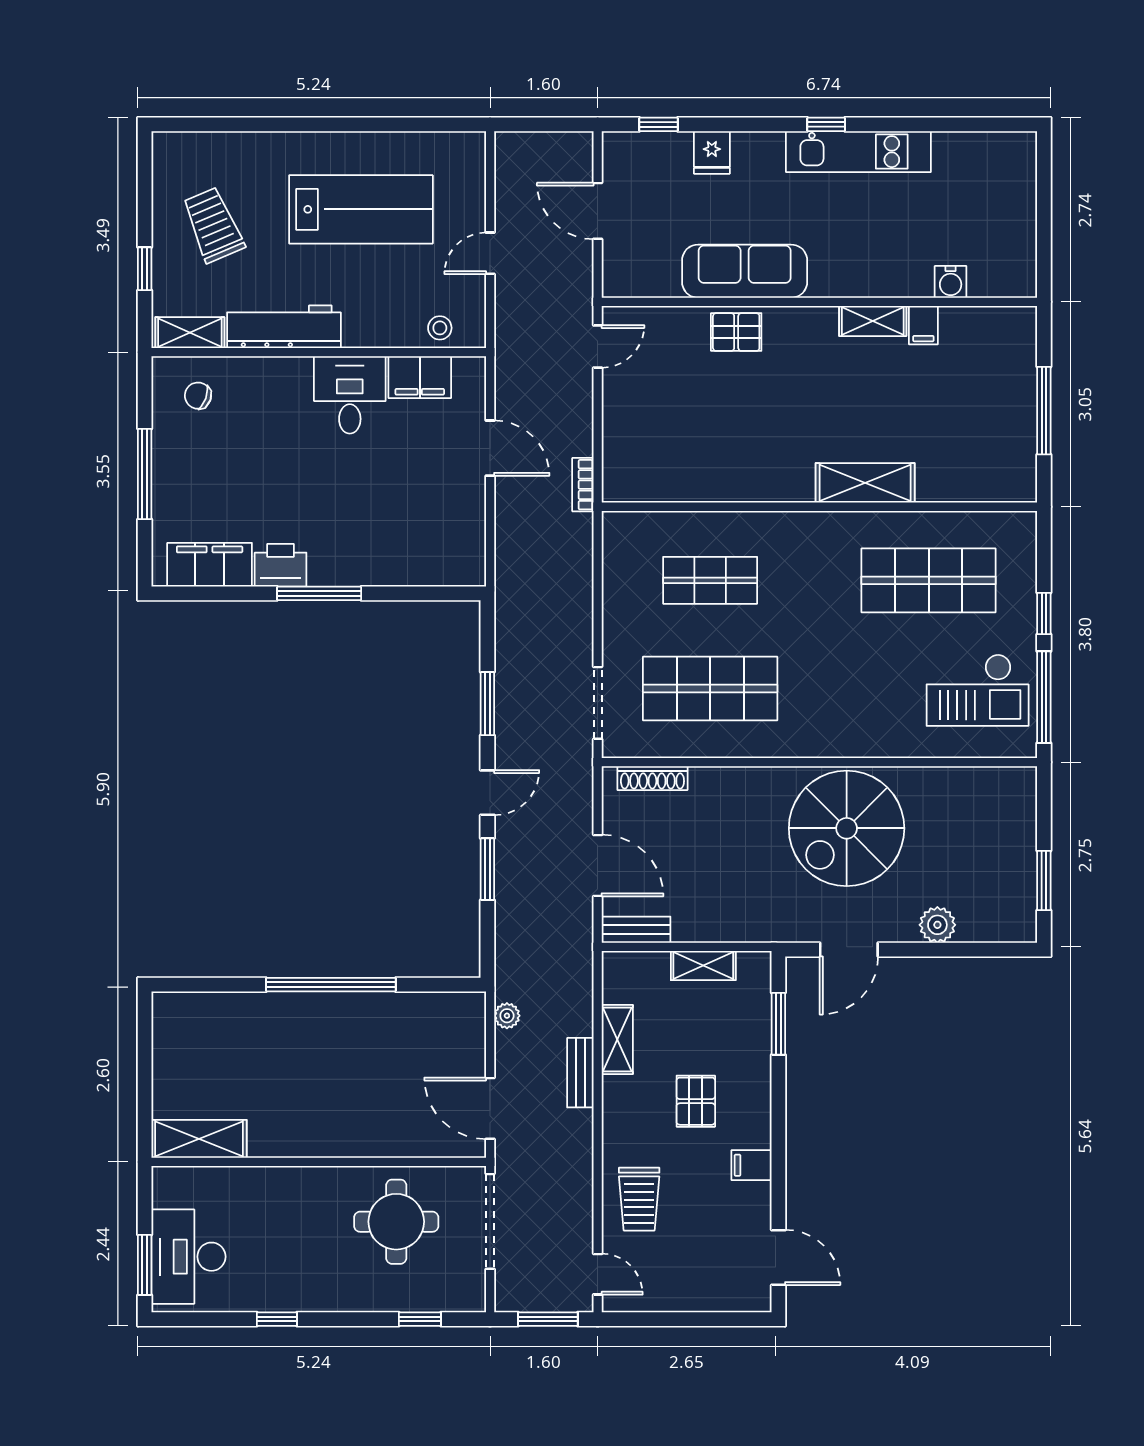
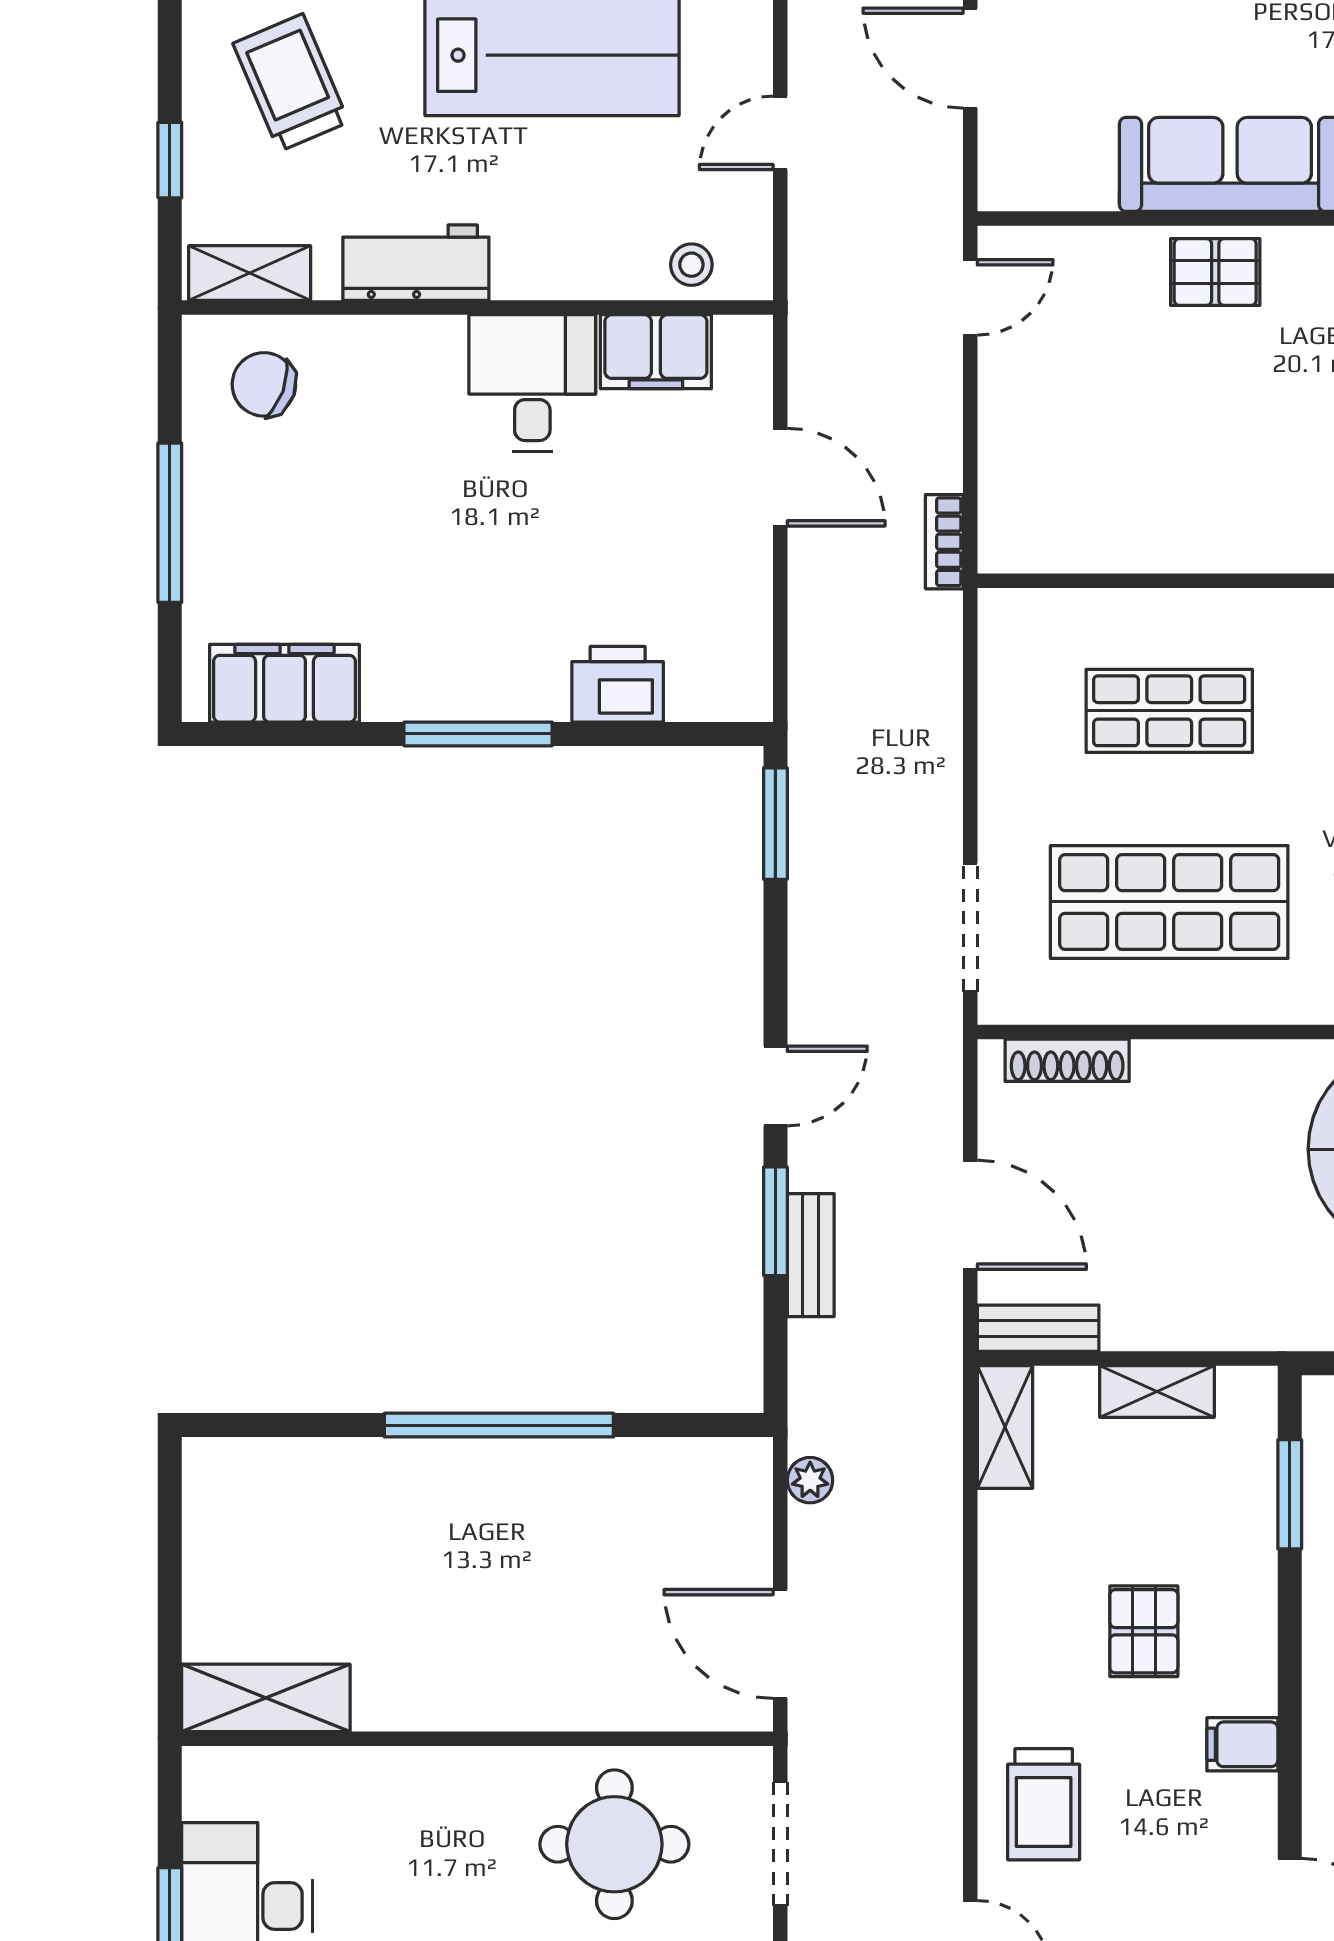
workbench: (284, 327) -> (416, 263), width x0.73
chair: (198, 396) -> (264, 384), width x1.37, depth x1.37
printer: (281, 565) -> (618, 684), moved
window: (487, 704) -> (775, 824), moved
shelving: (617, 1039) -> (1005, 1427), moved
bench: (580, 1073) -> (811, 1255), moved
doorway: (490, 1221) -> (780, 1844), width x0.73

